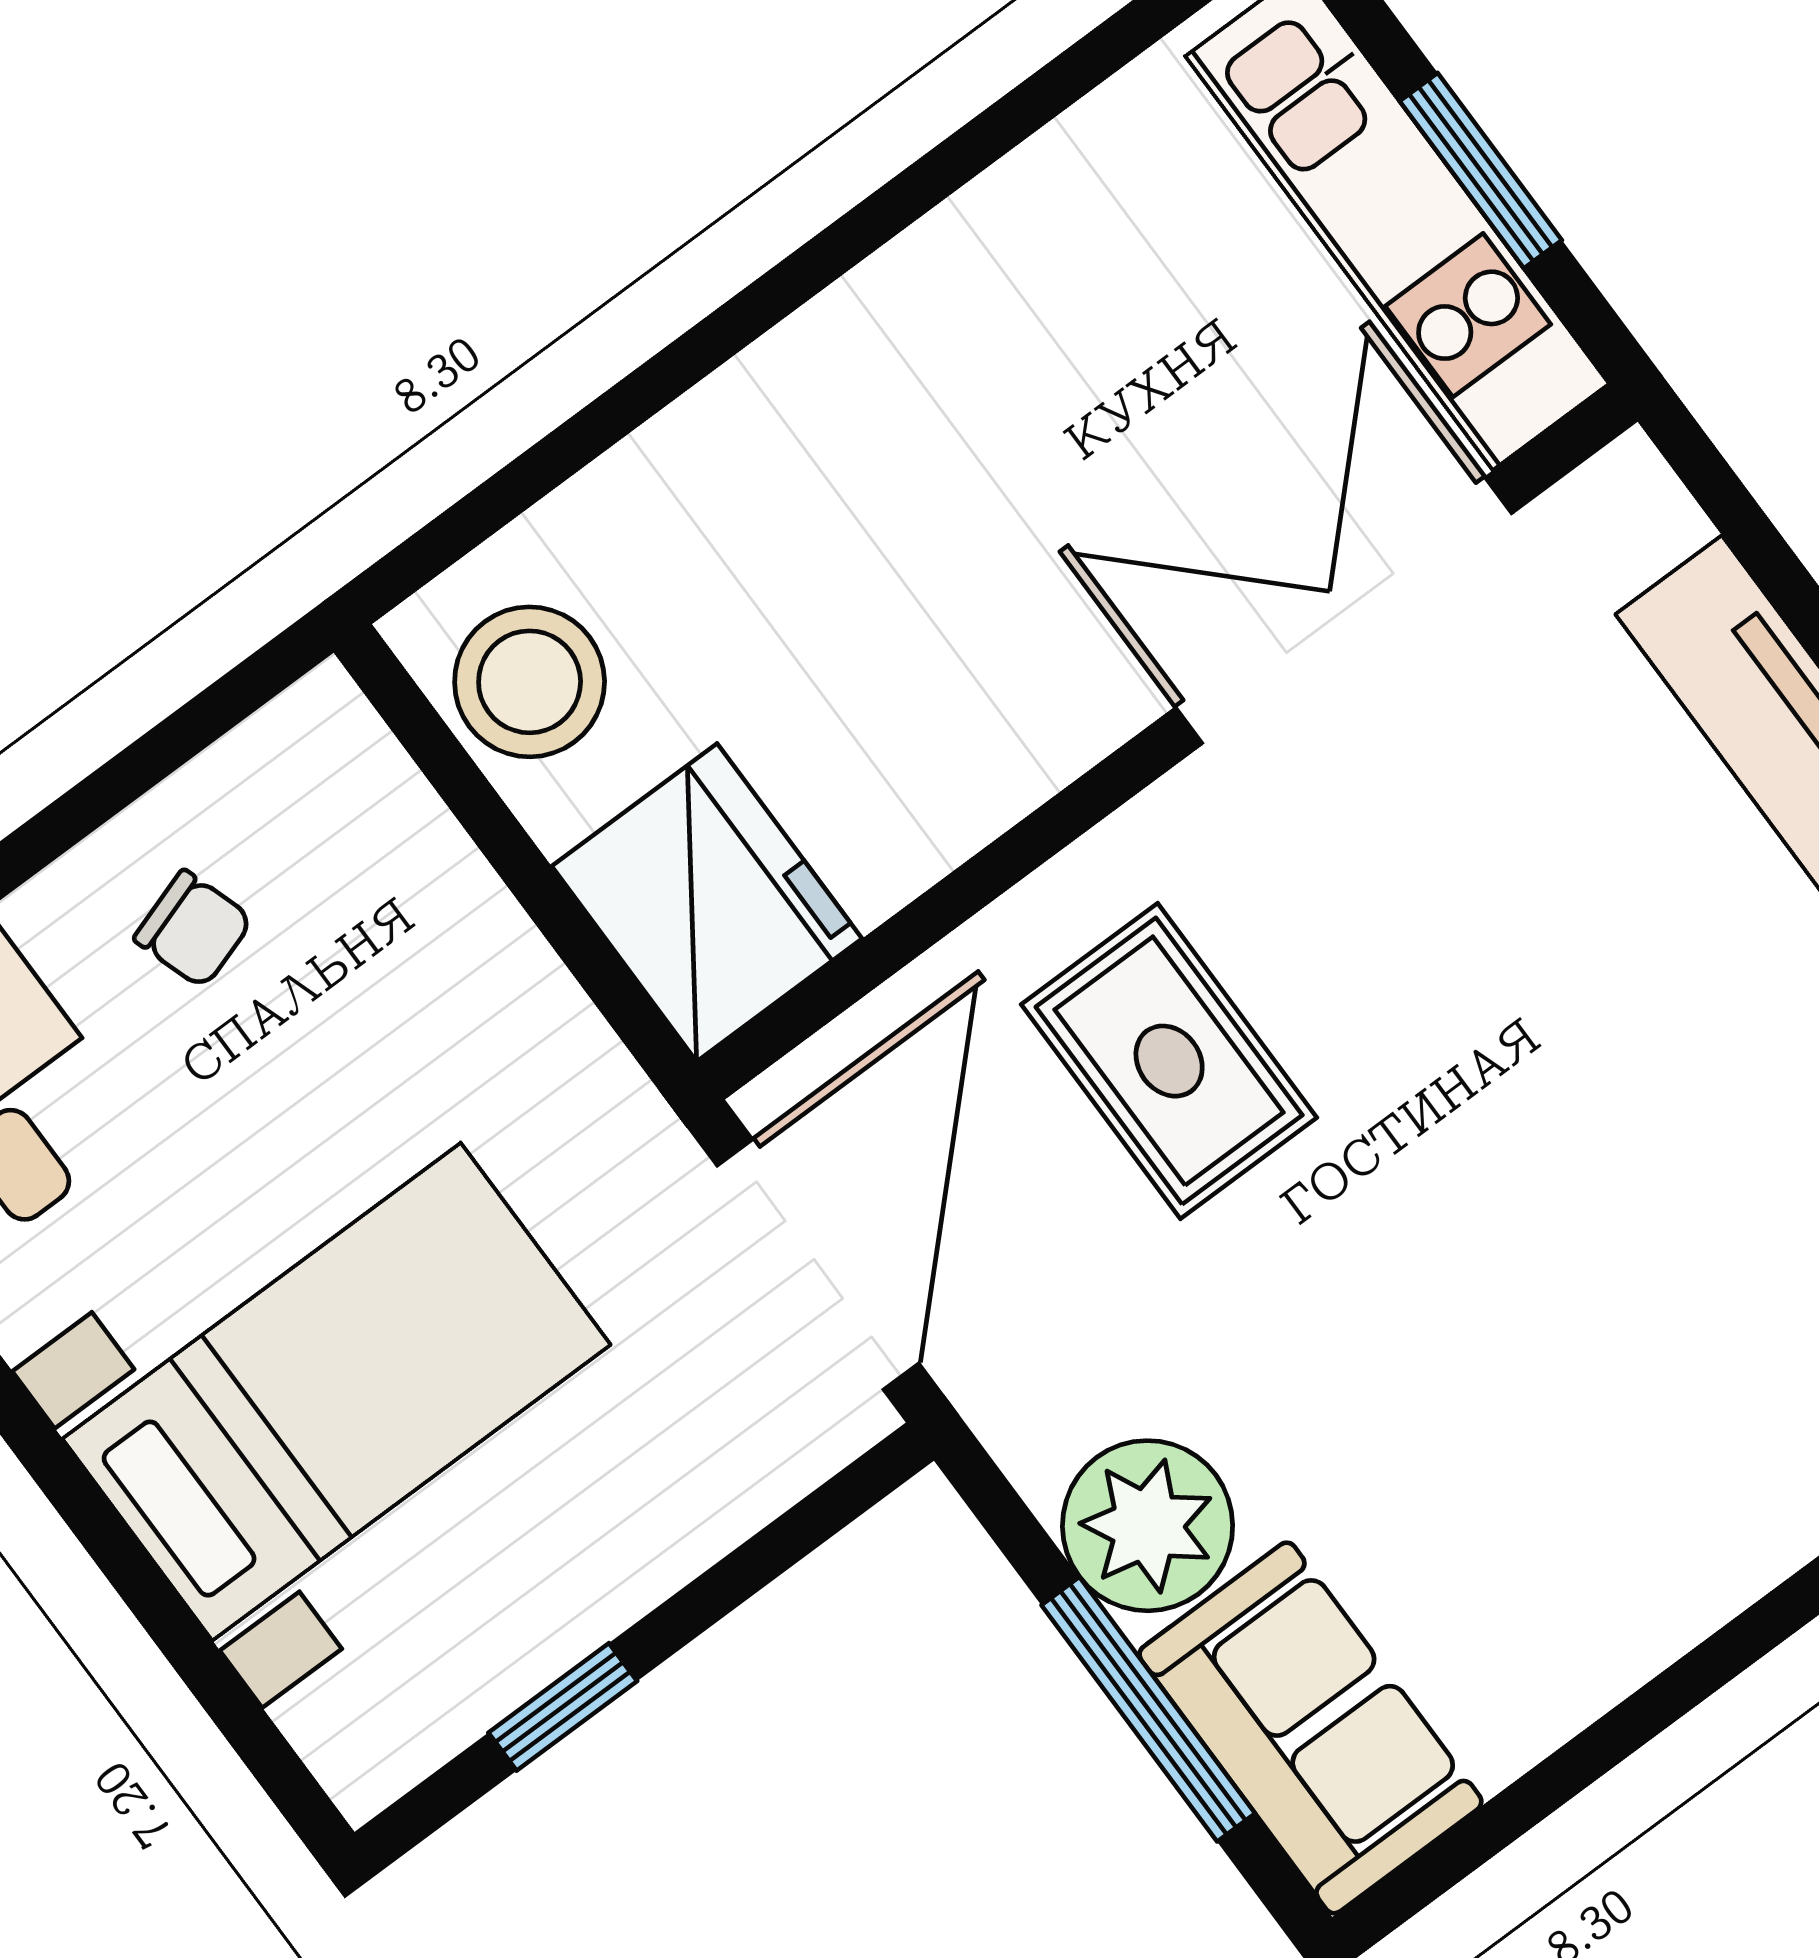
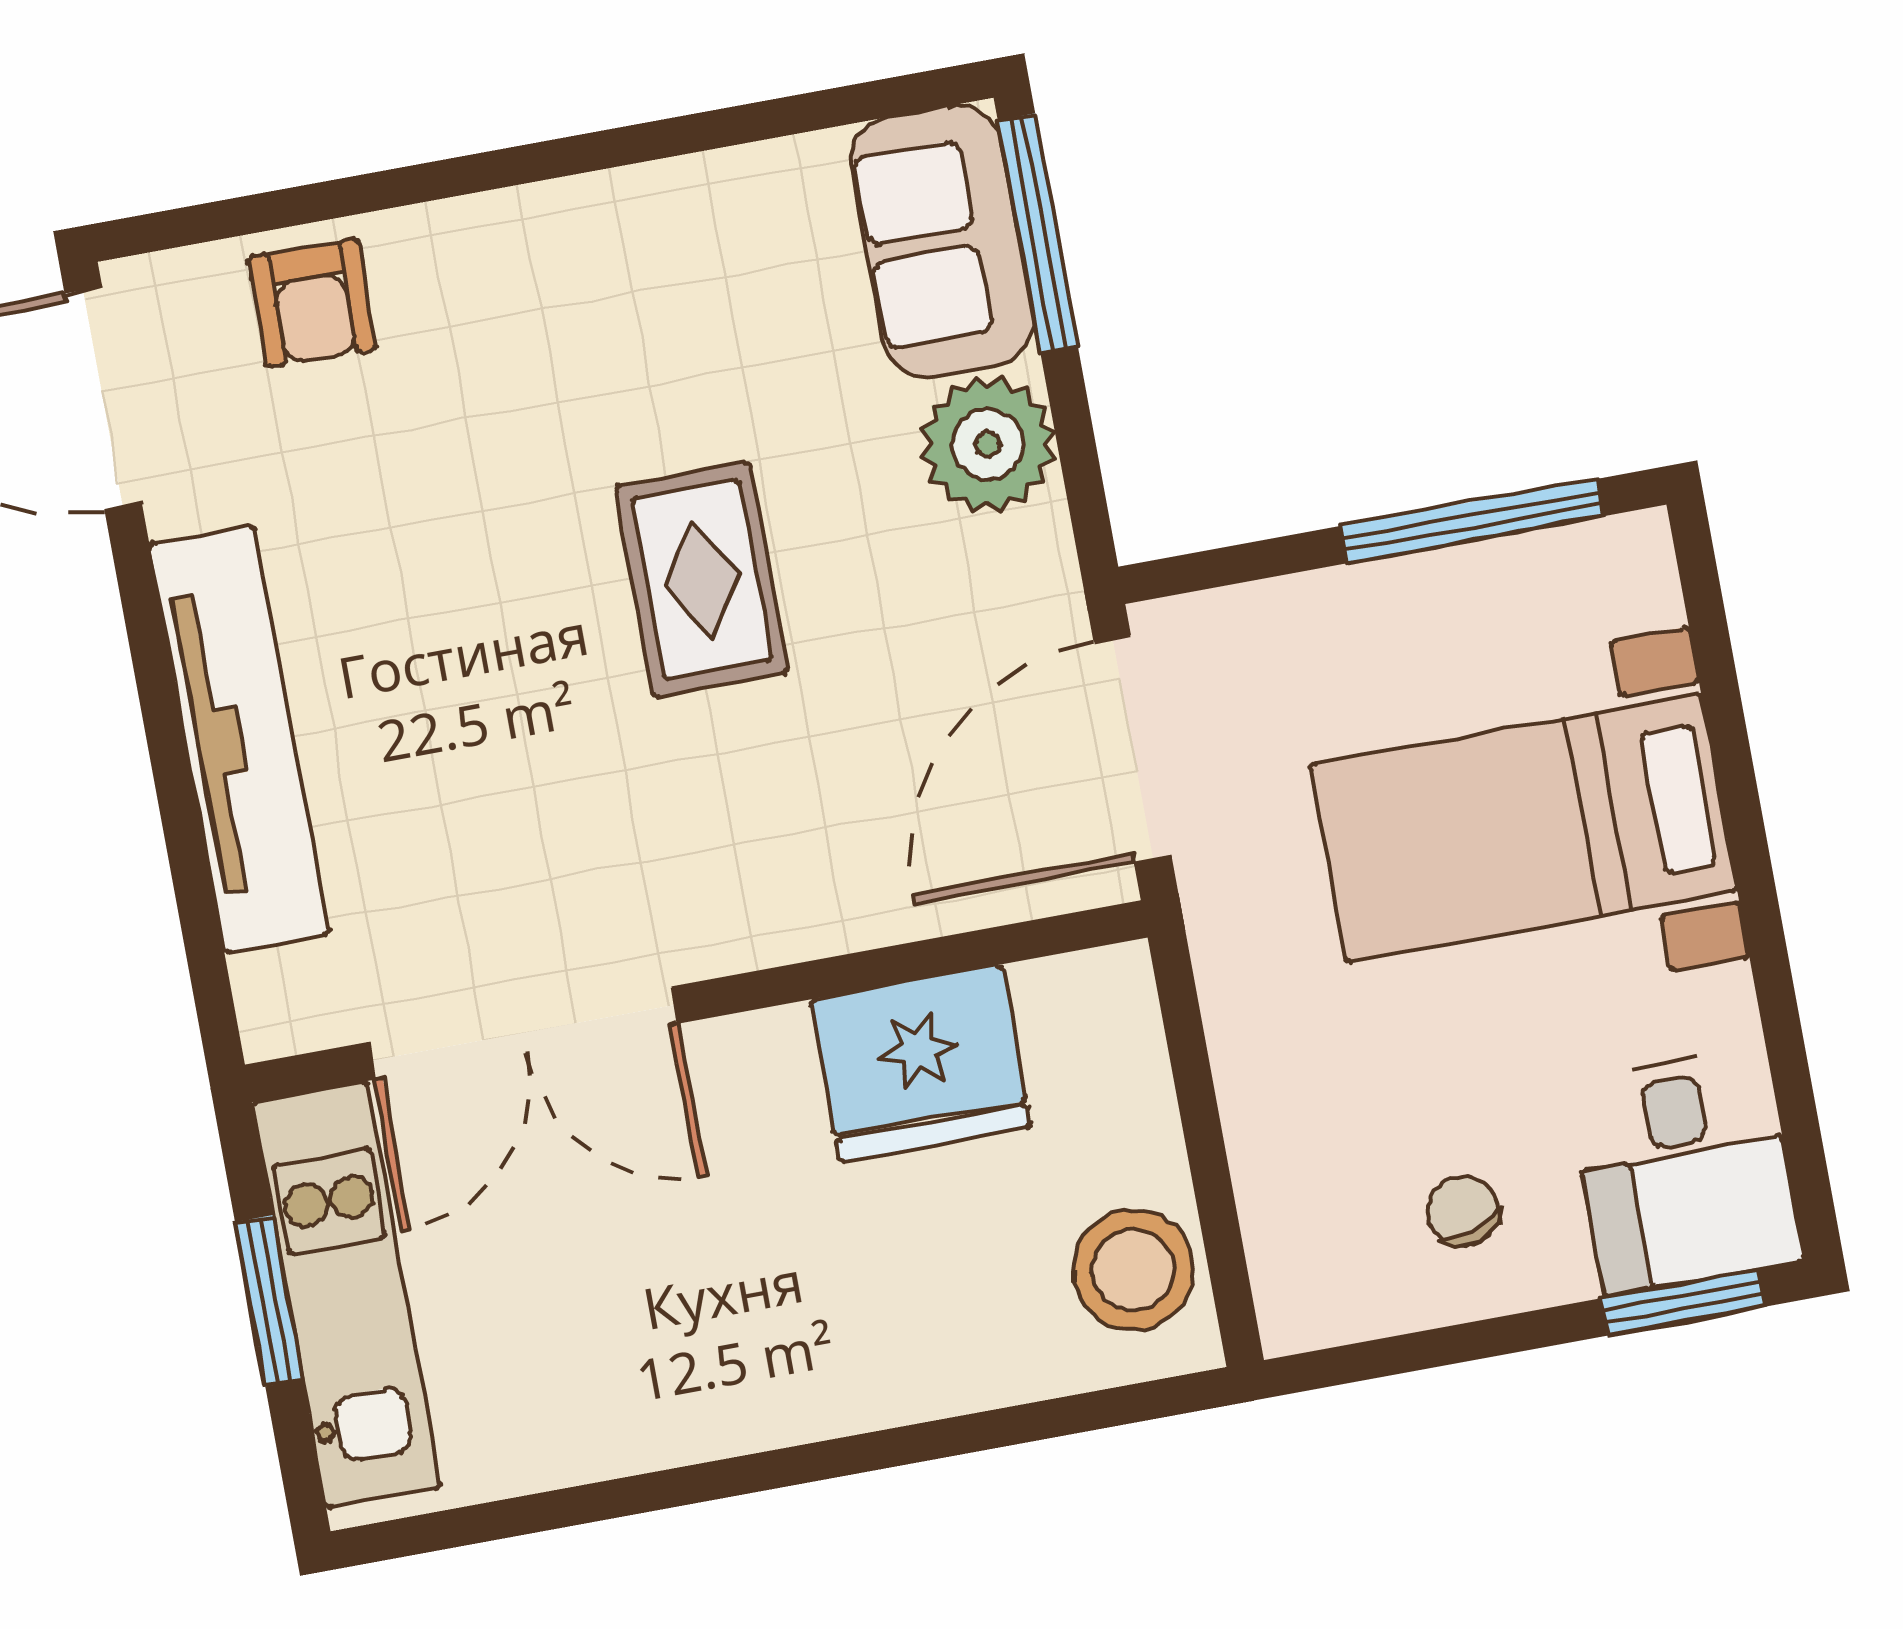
fridge: (707, 902) -> (921, 1063), moved, turned -90
rug: (1169, 1061) -> (702, 579), moved
window: (563, 1707) -> (1472, 521), width x2.17
window: (1148, 1709) -> (1038, 233), moved

